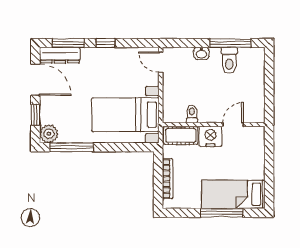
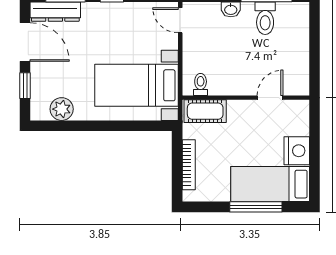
toilet: (192, 114) -> (201, 84), moved
plant: (49, 134) -> (62, 109), moved
nightstand: (210, 136) -> (297, 151), moved, turned 90
window: (72, 147) -> (70, 126), removed

